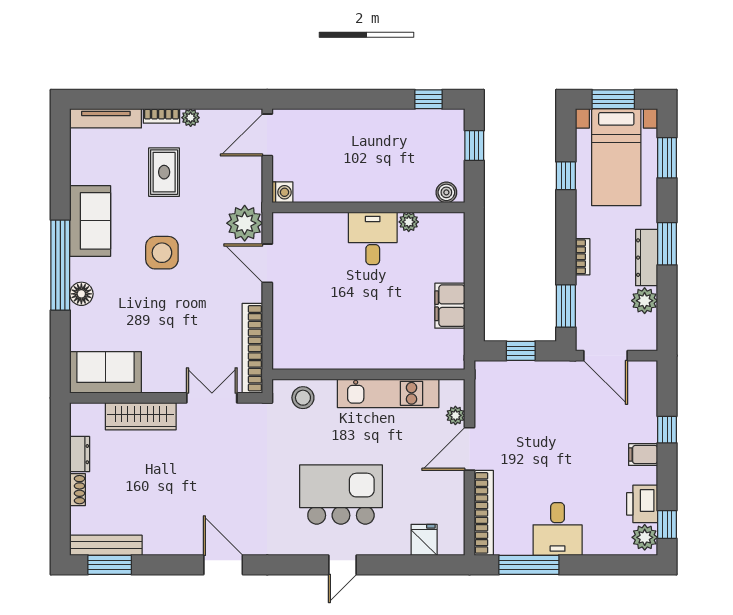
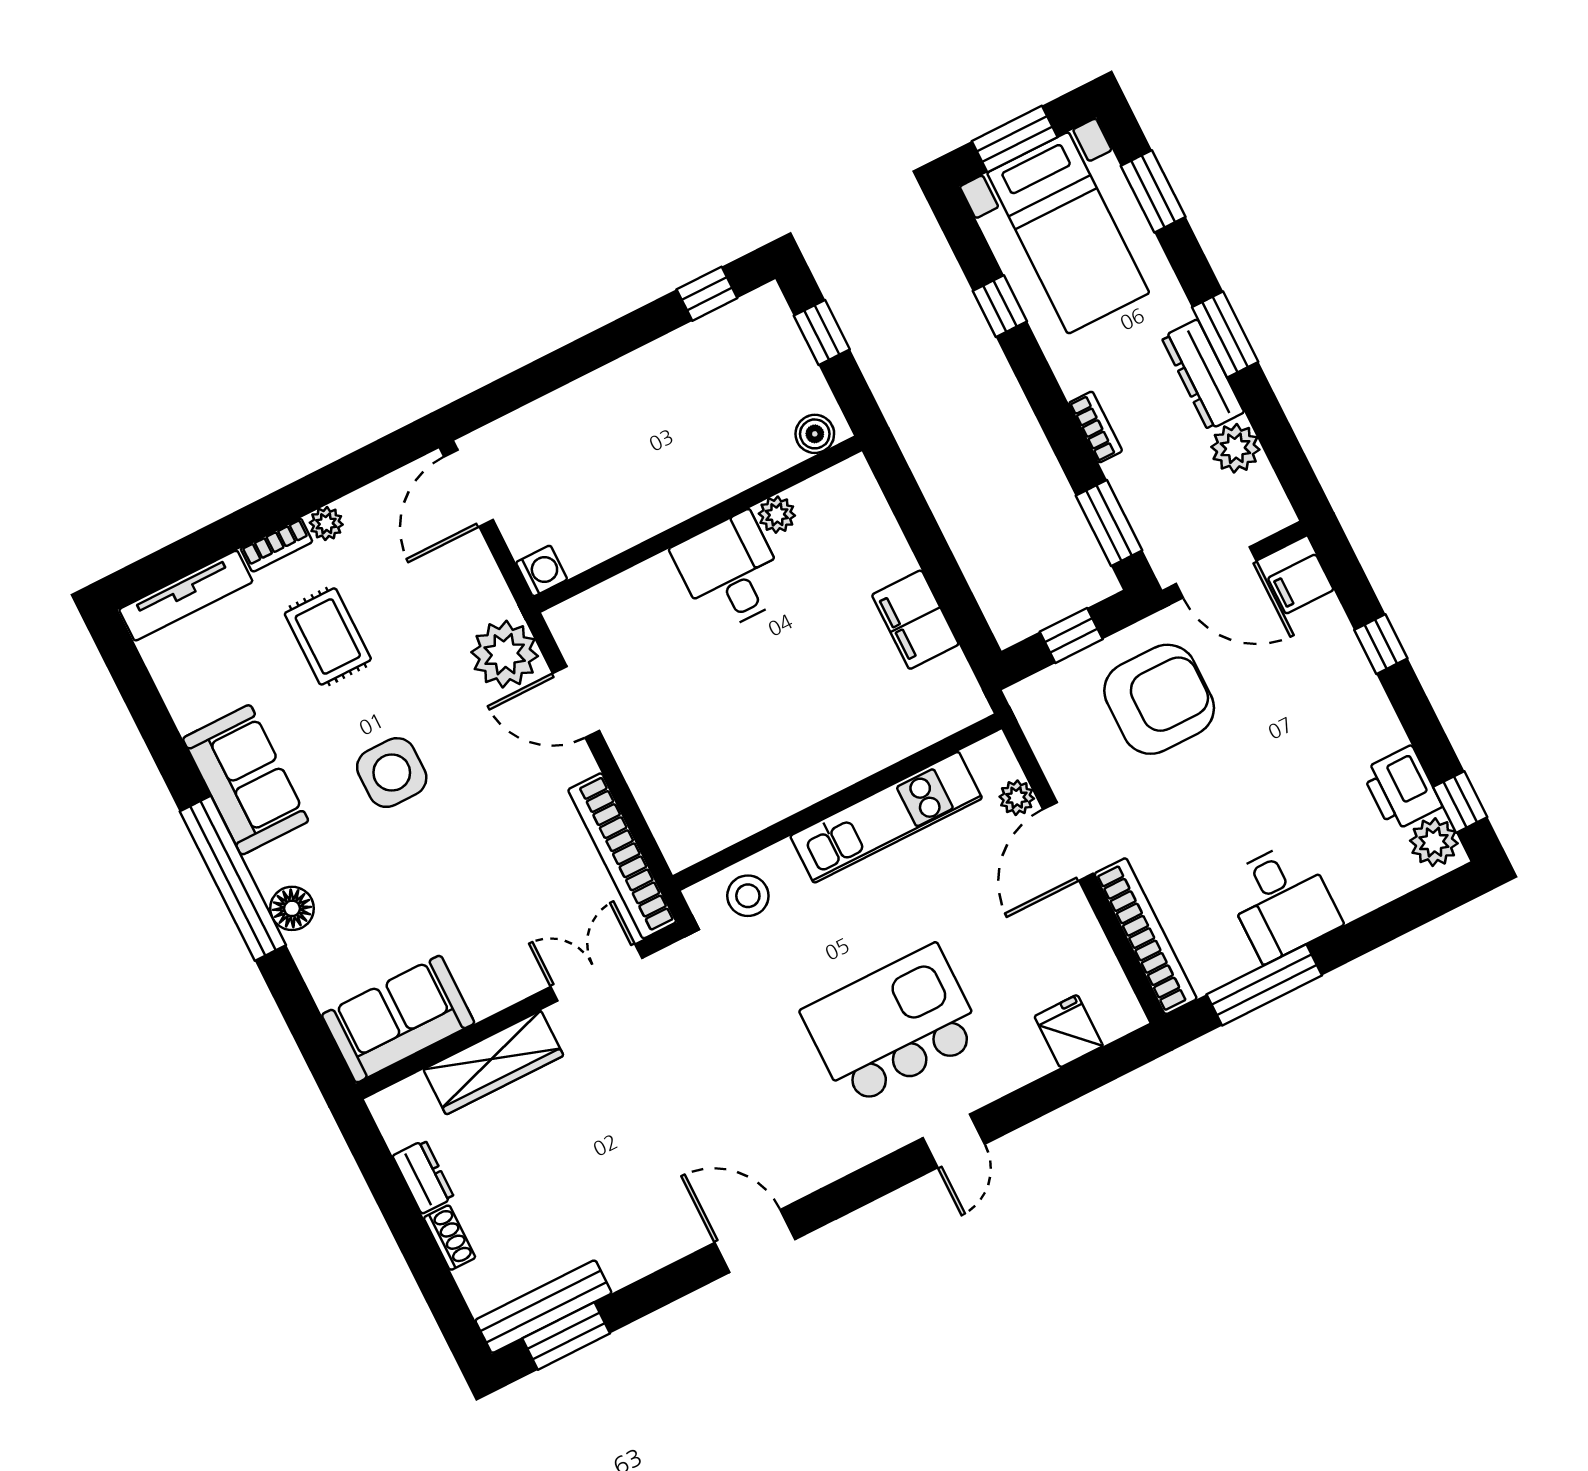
armchair: (547, 403) -> (1159, 699), added
filing cabinet: (643, 455) -> (1301, 584), moved

